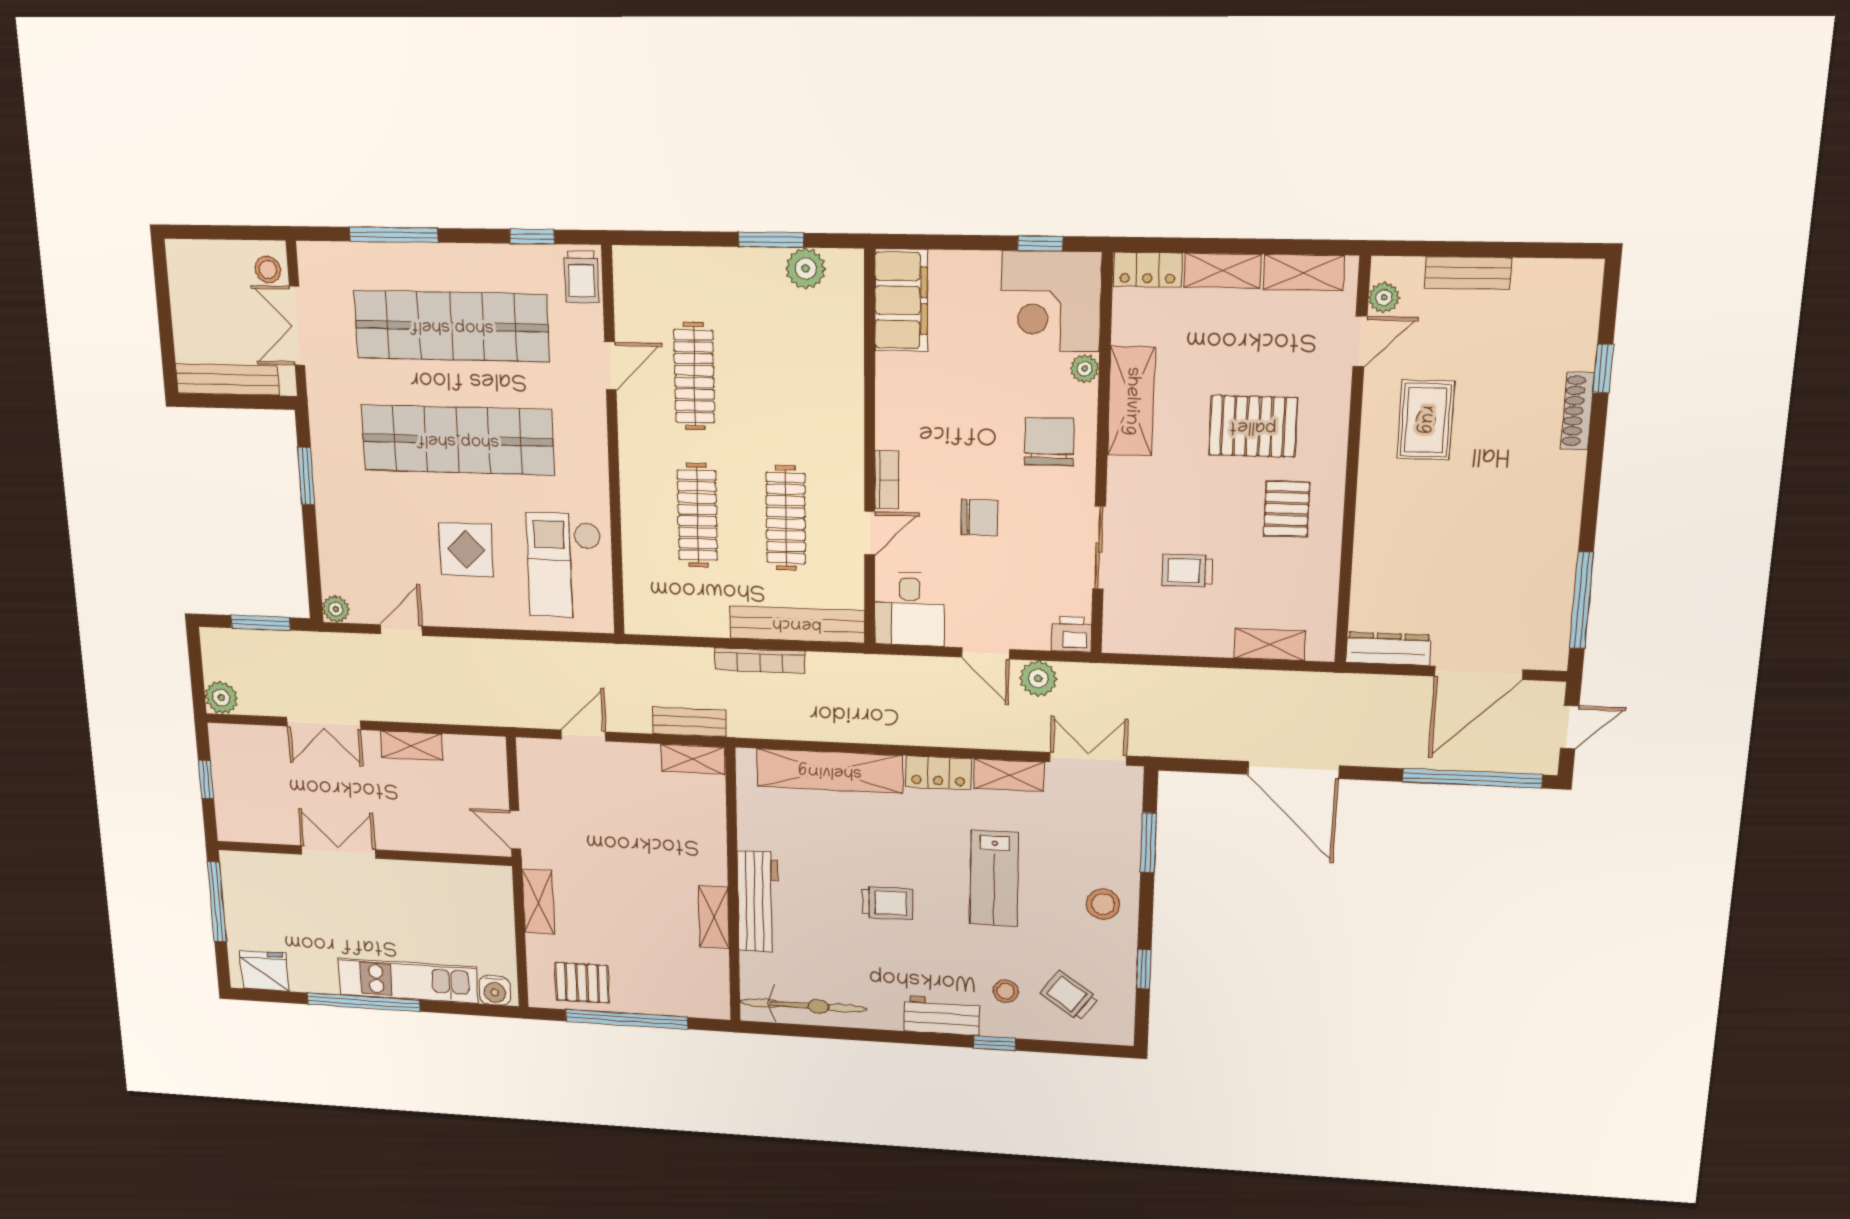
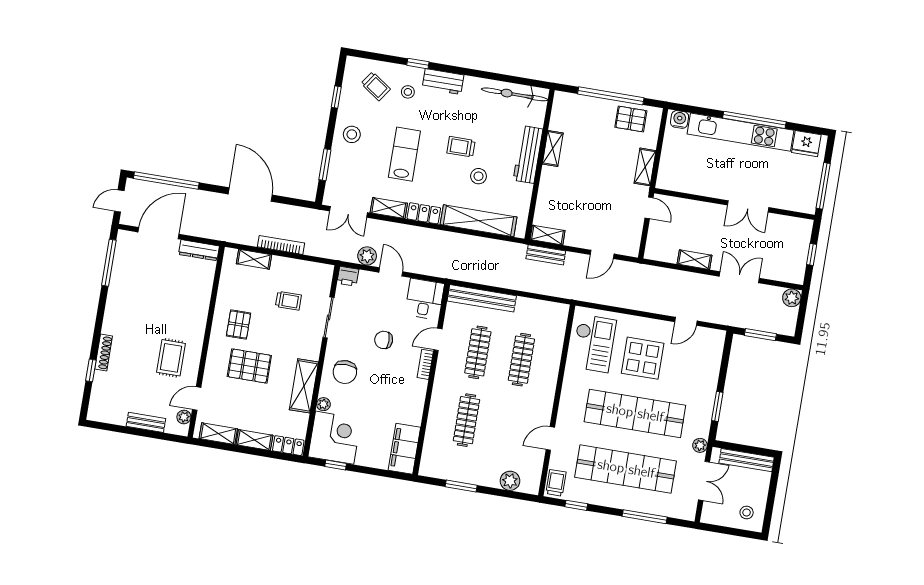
plant: (806, 268) -> (510, 481), moved
stool: (268, 270) -> (747, 513), moved
clothes rail: (694, 376) -> (466, 420), moved
display table: (466, 550) -> (643, 358), width x1.36, depth x1.36
plant: (336, 609) -> (700, 445), moved
bookcase: (760, 661) -> (281, 245), moved
stool: (844, 853) -> (478, 176), added
kitchen unit: (408, 981) -> (740, 132), width x1.36

